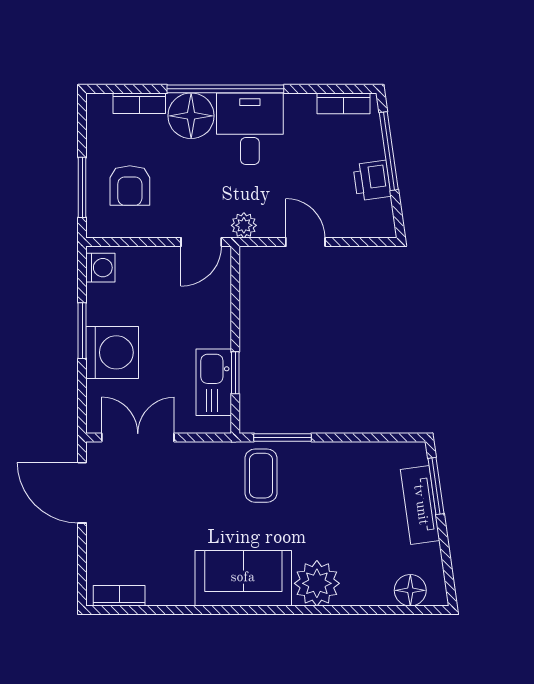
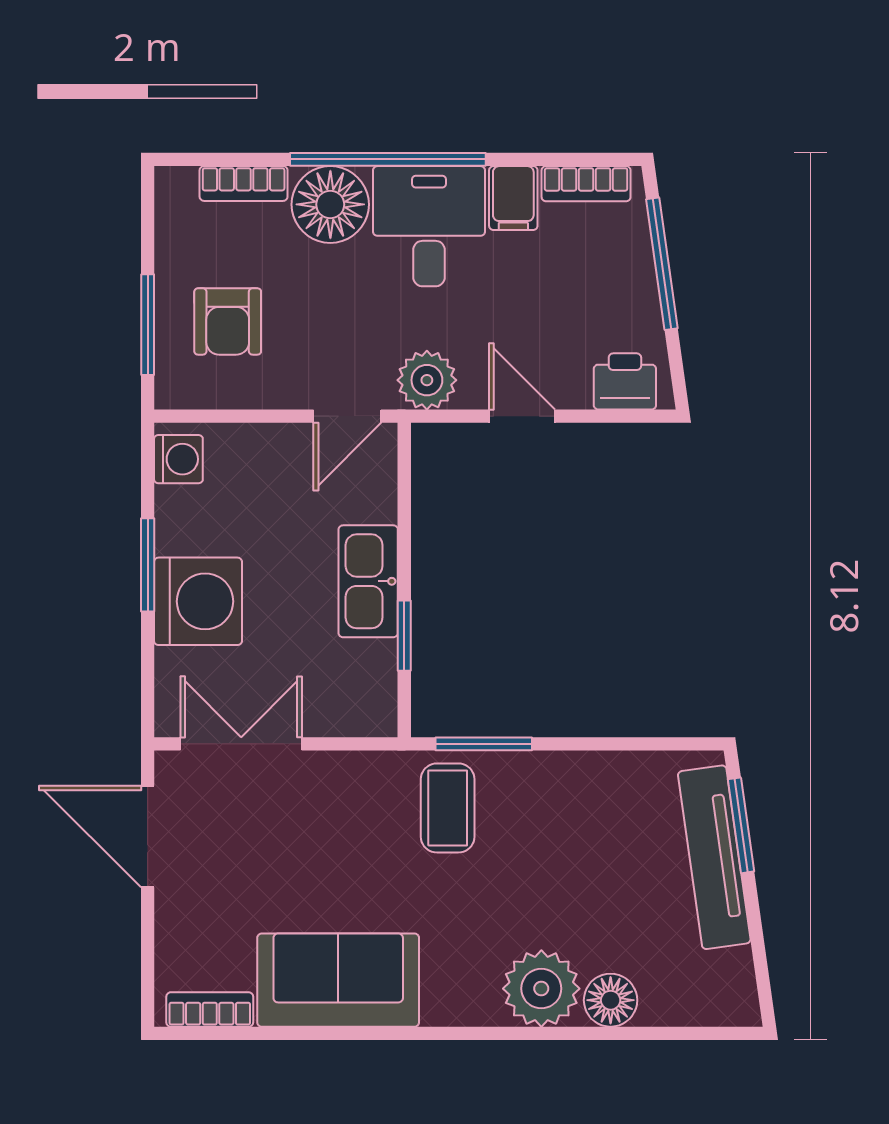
filing cabinet: (300, 112) -> (513, 198), added
printer: (372, 181) -> (625, 381), moved, turned 98
plant: (244, 225) -> (427, 380), width x1.38, depth x1.38
kitchen sink: (214, 382) -> (368, 581), moved
tv unit: (420, 505) -> (714, 857), width x1.41
sofa: (243, 578) -> (338, 980), moved
floor lamp: (410, 590) -> (611, 1000), moved

